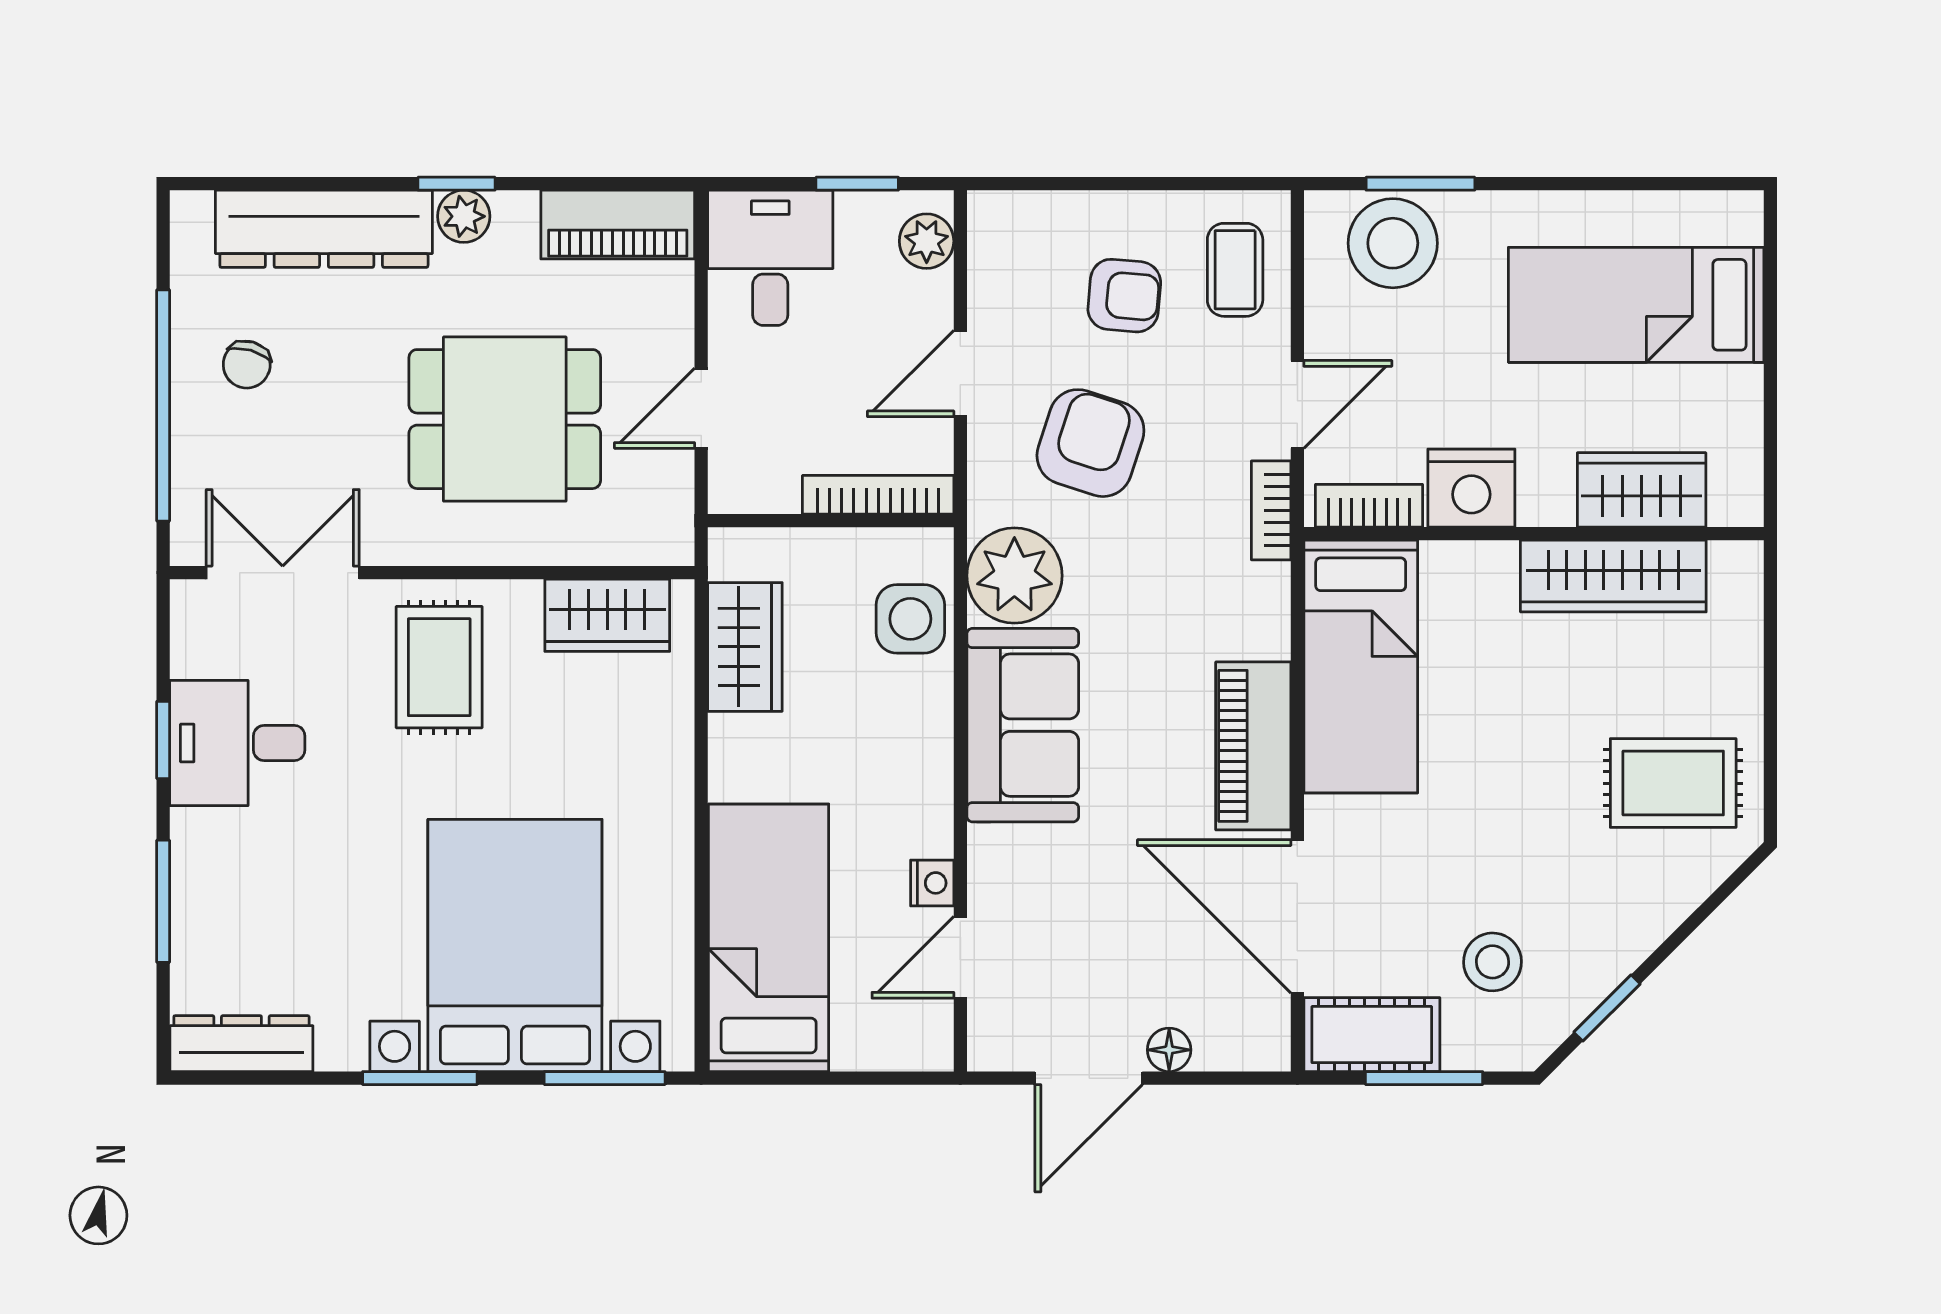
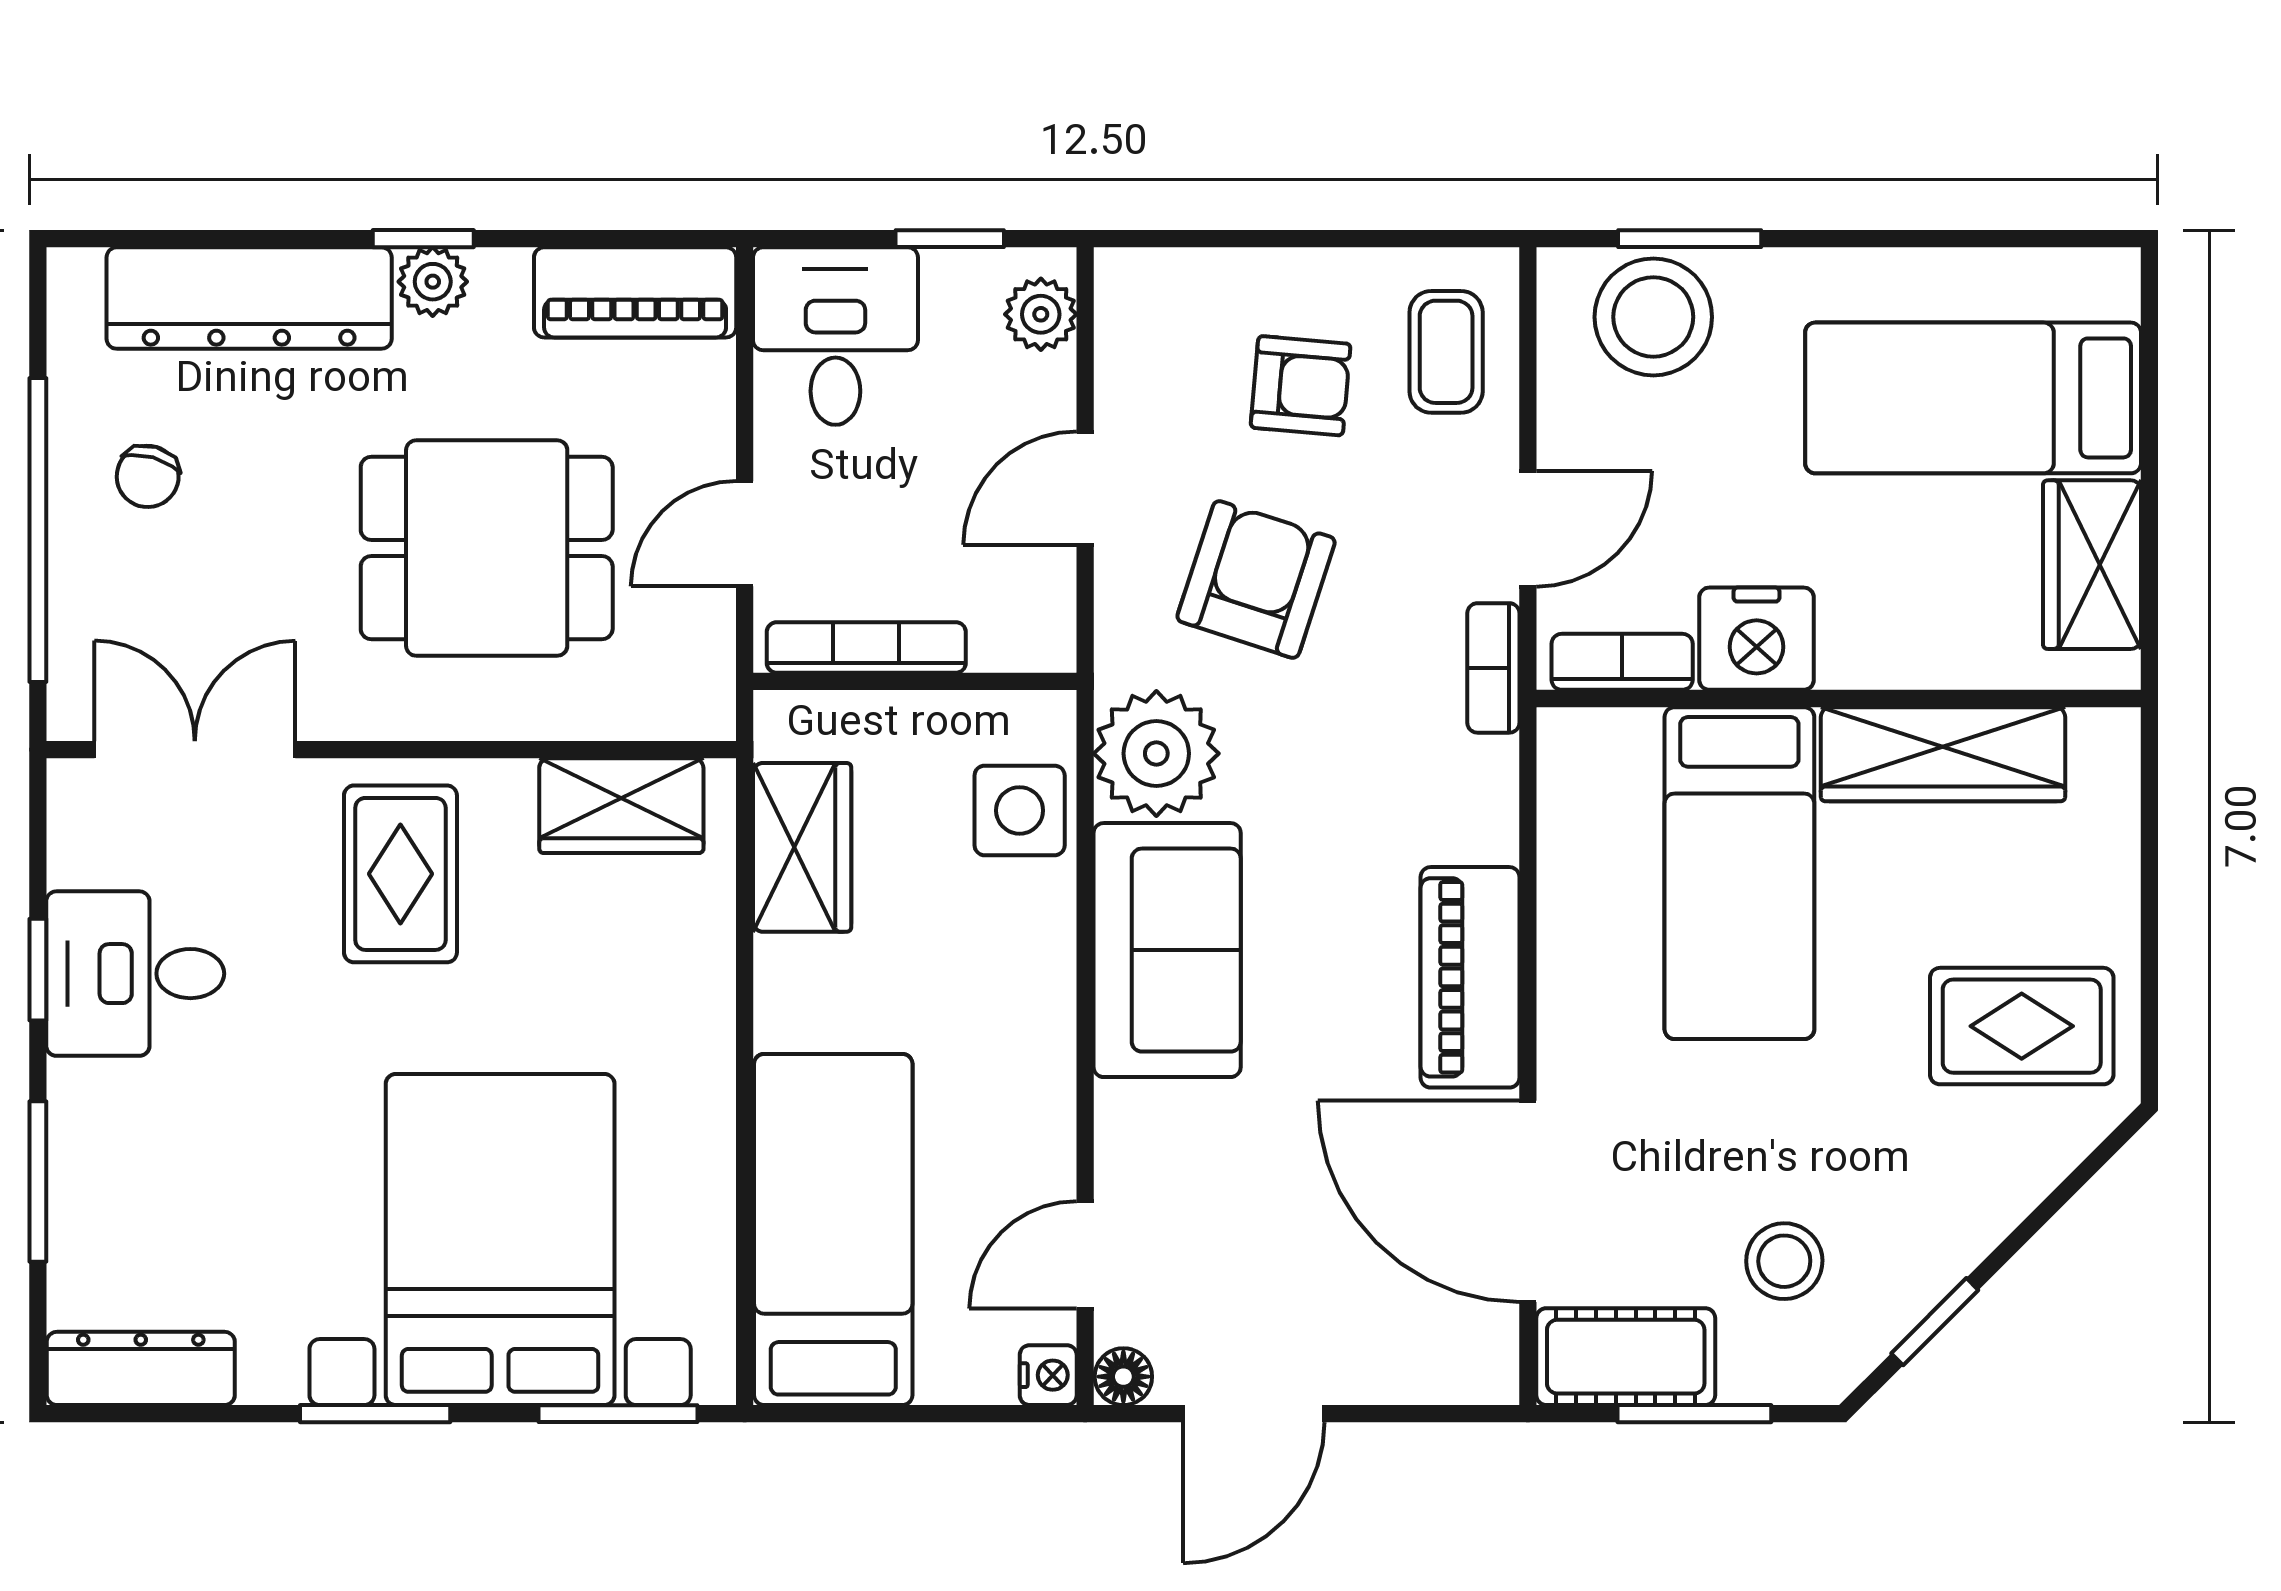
wardrobe: (1642, 490) -> (2092, 565), moved, turned -90
bookcase: (878, 495) -> (866, 648), moved
bed: (1361, 667) -> (1739, 873), moved
nightstand: (932, 883) -> (1048, 1375), moved
floor lamp: (1169, 1050) -> (1123, 1377), moved

